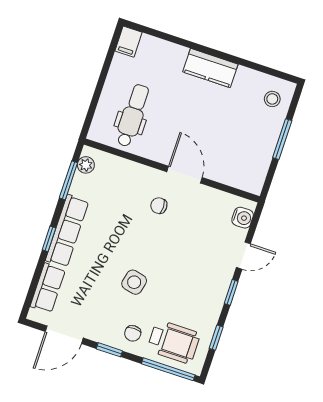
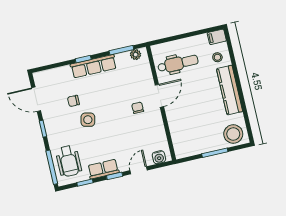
stool: (156, 57) -> (217, 57), added
kitchen counter: (210, 68) -> (230, 90), width x1.50
stool: (272, 99) -> (233, 134), width x1.89, depth x1.89
door: (184, 175) -> (159, 96), moved
door: (243, 256) -> (139, 170), swing flipped
row of seats: (48, 288) -> (103, 169), moved, turned 180
chair: (133, 333) -> (73, 101), moved

